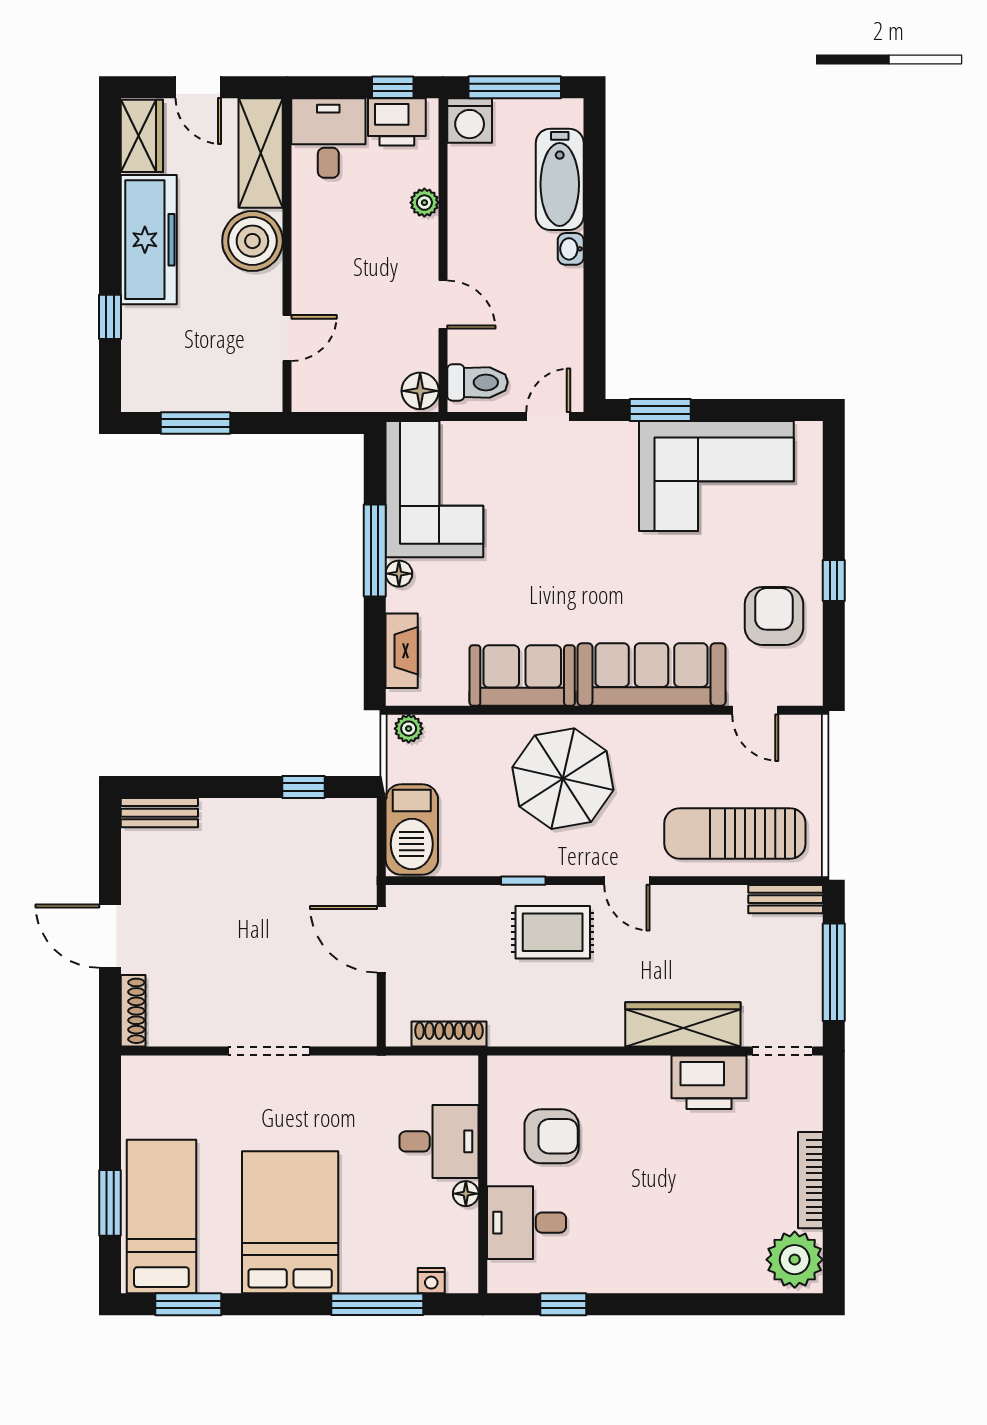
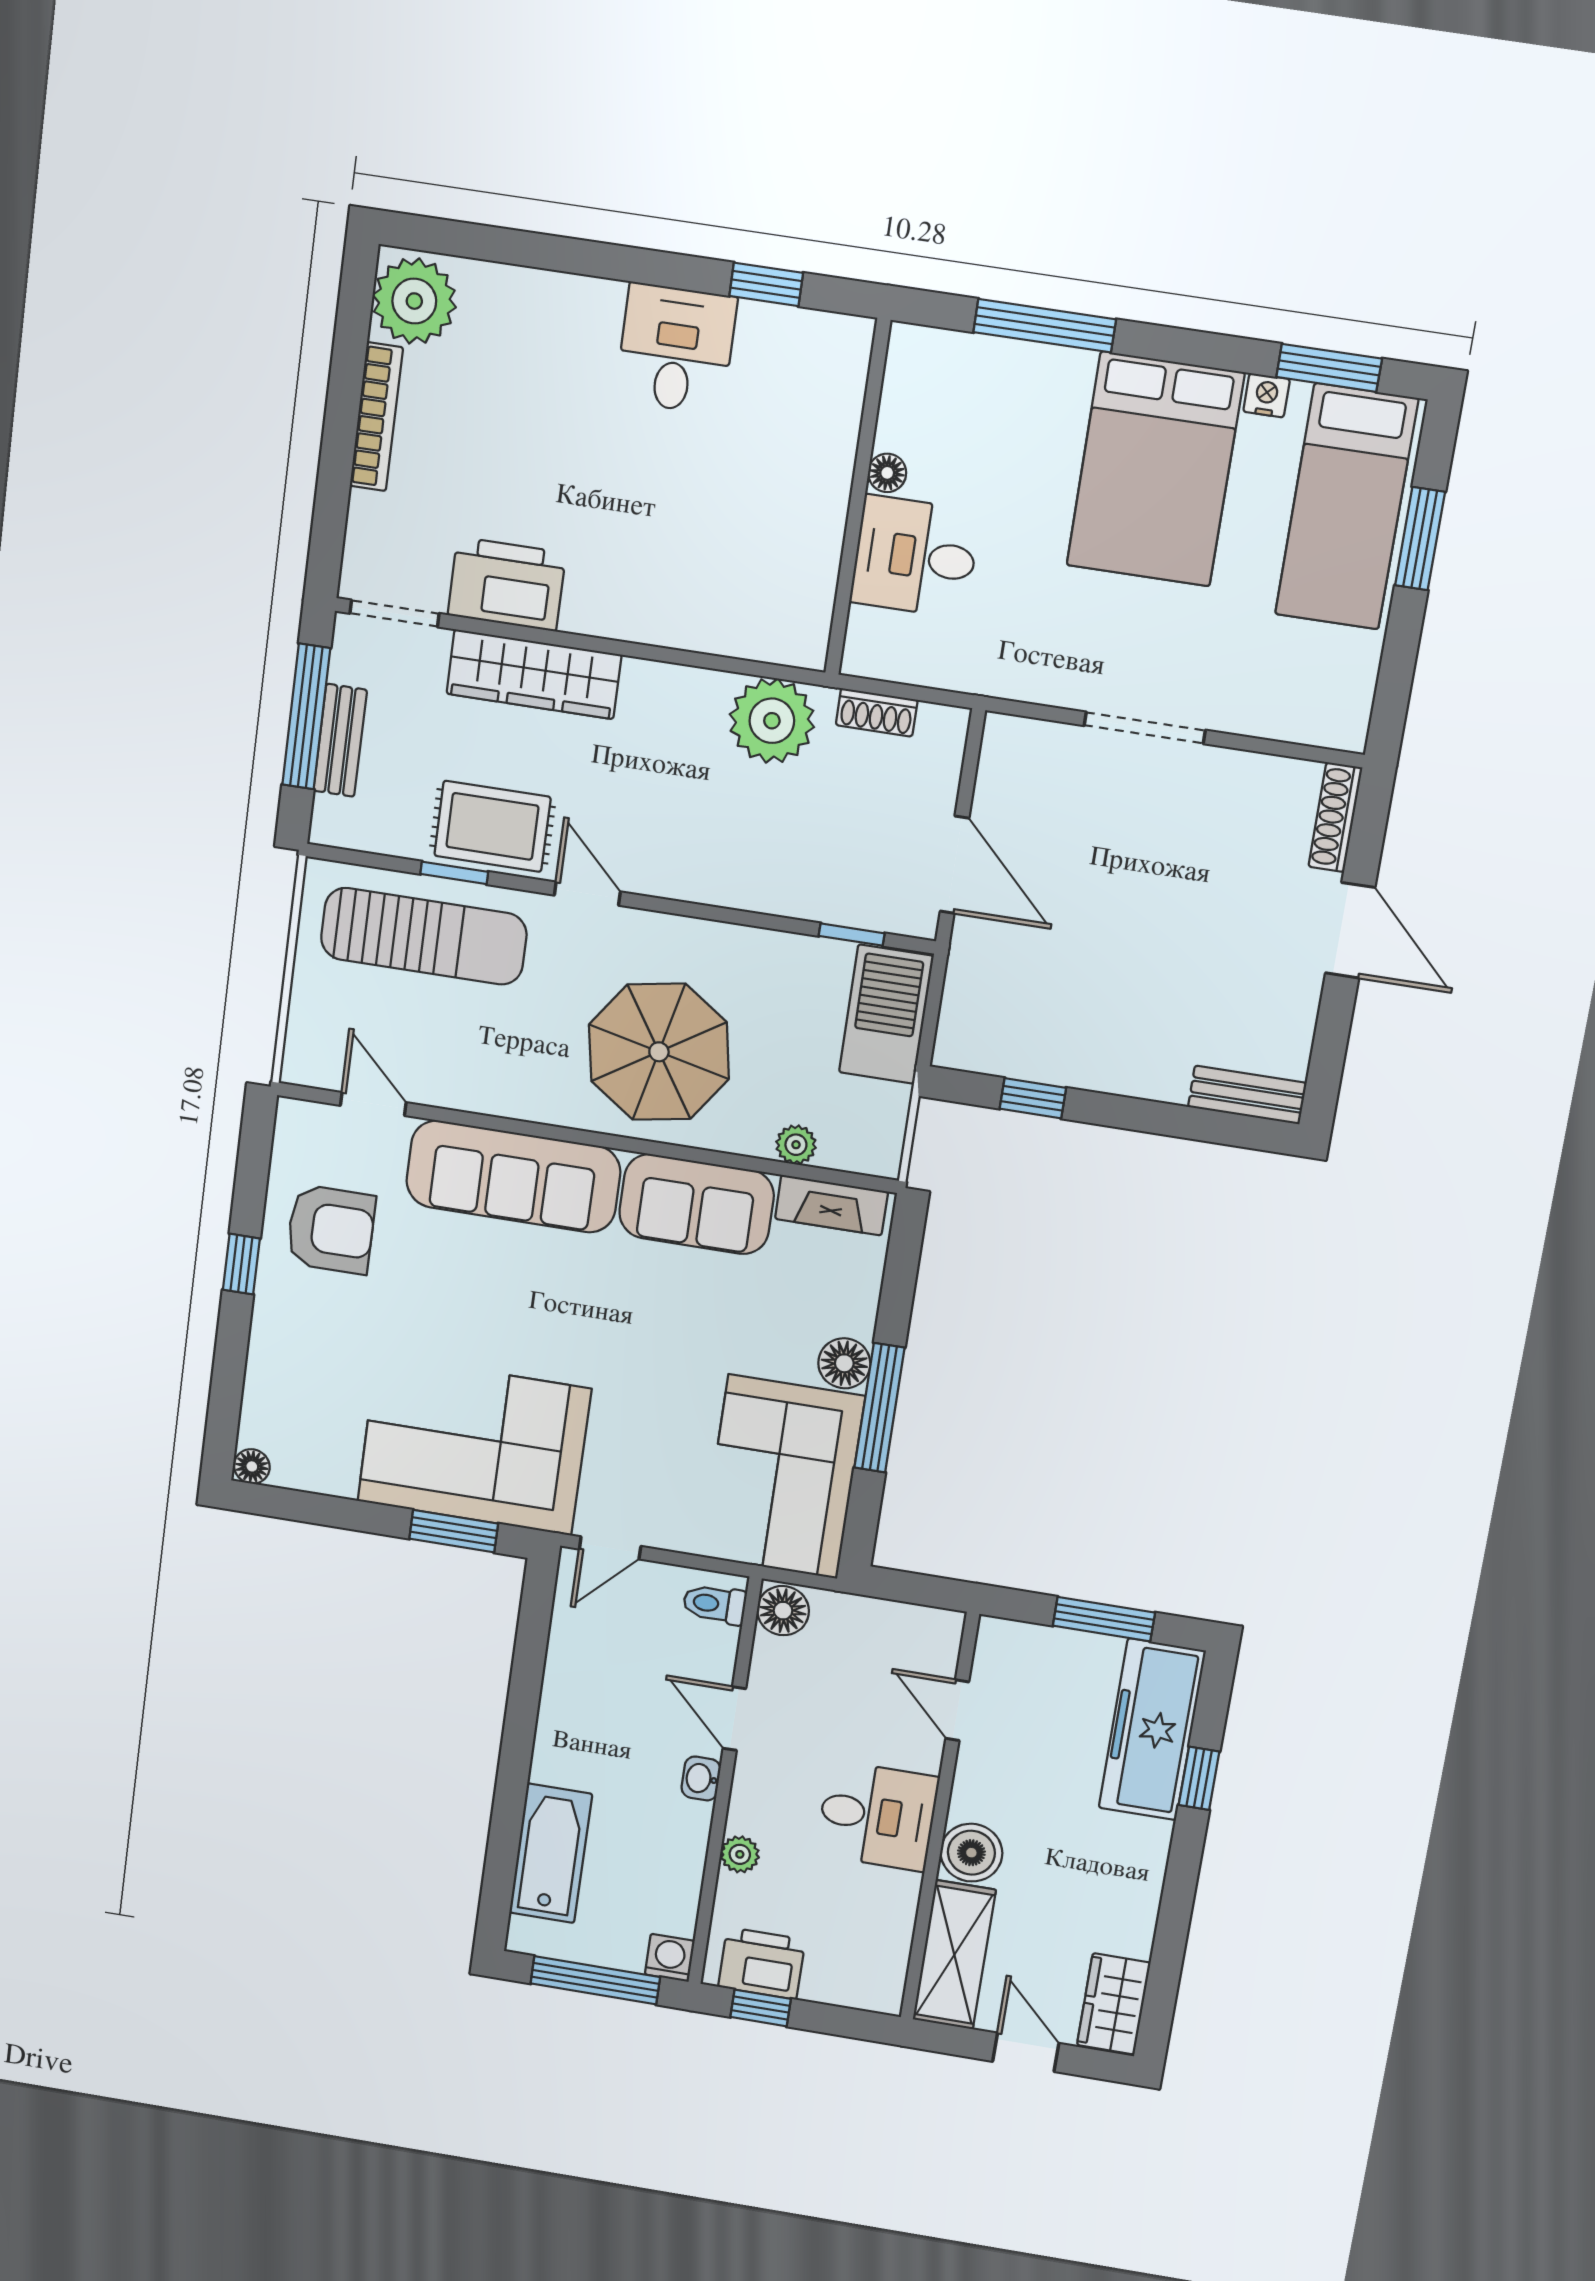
washing machine: (470, 120) -> (670, 1958), width x0.73, depth x0.73
desk: (328, 138) -> (877, 1816), moved, turned -90
freezer: (149, 240) -> (1152, 1729), moved
boiler: (252, 241) -> (971, 1853), width x0.73, depth x0.73
washbasin: (571, 249) -> (701, 1778), moved, turned 180
door: (287, 338) -> (957, 1710), hinge flipped
toilet: (477, 382) -> (714, 1604), width x0.73, depth x0.72
floor lamp: (809, 434) -> (252, 1466), added
corner sofa: (716, 476) -> (474, 1445), moved
floor lamp: (399, 574) -> (844, 1363), width x1.37, depth x1.37
armchair: (774, 616) -> (331, 1229), turned -90
fireplace: (402, 651) -> (831, 1205), moved, turned -90
plant: (409, 729) -> (796, 1145), moved
window: (523, 881) -> (852, 935), moved
window: (720, 881) -> (454, 873), added
bench: (786, 899) -> (340, 740), moved, turned 90
rug: (553, 932) -> (492, 826), moved
plant: (518, 1018) -> (772, 721), added
shoe rack: (449, 1034) -> (877, 712), width x0.70
armchair: (552, 1136) -> (748, 539), removed
desk: (527, 1223) -> (676, 349), moved, turned -90
nightstand: (431, 1281) -> (1267, 395), moved

